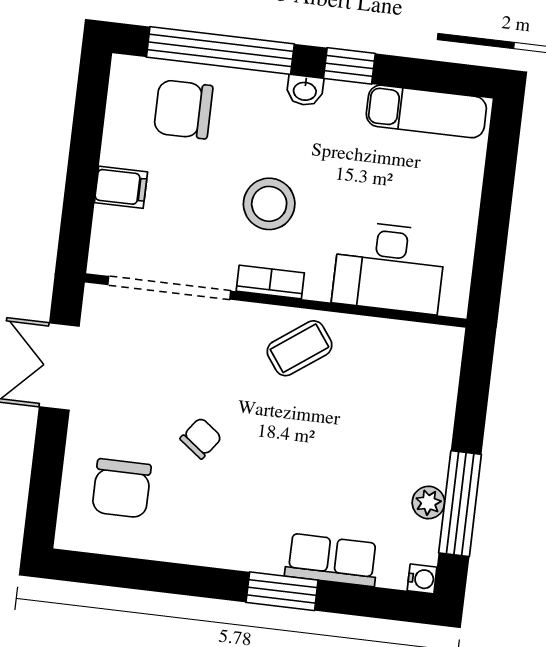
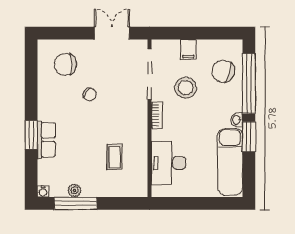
window: (349, 66) -> (249, 137), width x1.50
chair: (183, 109) -> (223, 71), turned -73
exam couch: (426, 111) -> (230, 162), width x1.36, depth x1.45
stool: (269, 204) -> (186, 88), moved
coffee table: (299, 348) -> (114, 157), moved, turned 36
row of seats: (332, 560) -> (46, 140), moved

